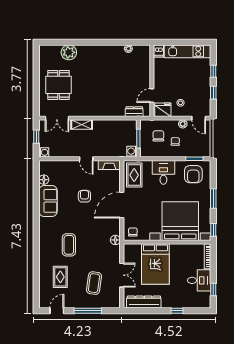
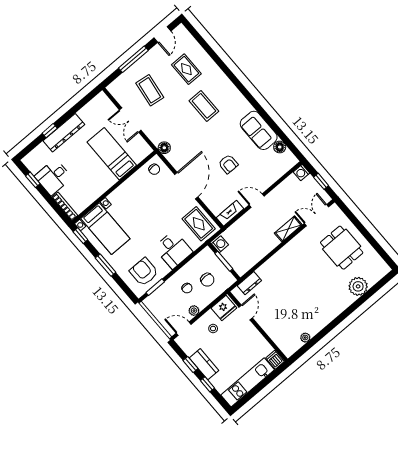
kitchen counter: (205, 86) -> (204, 364), added
bed with nightstands: (180, 221) -> (105, 229), width x0.54
bed: (155, 264) -> (112, 154), width x0.67
dresser: (144, 302) -> (64, 133), moved

